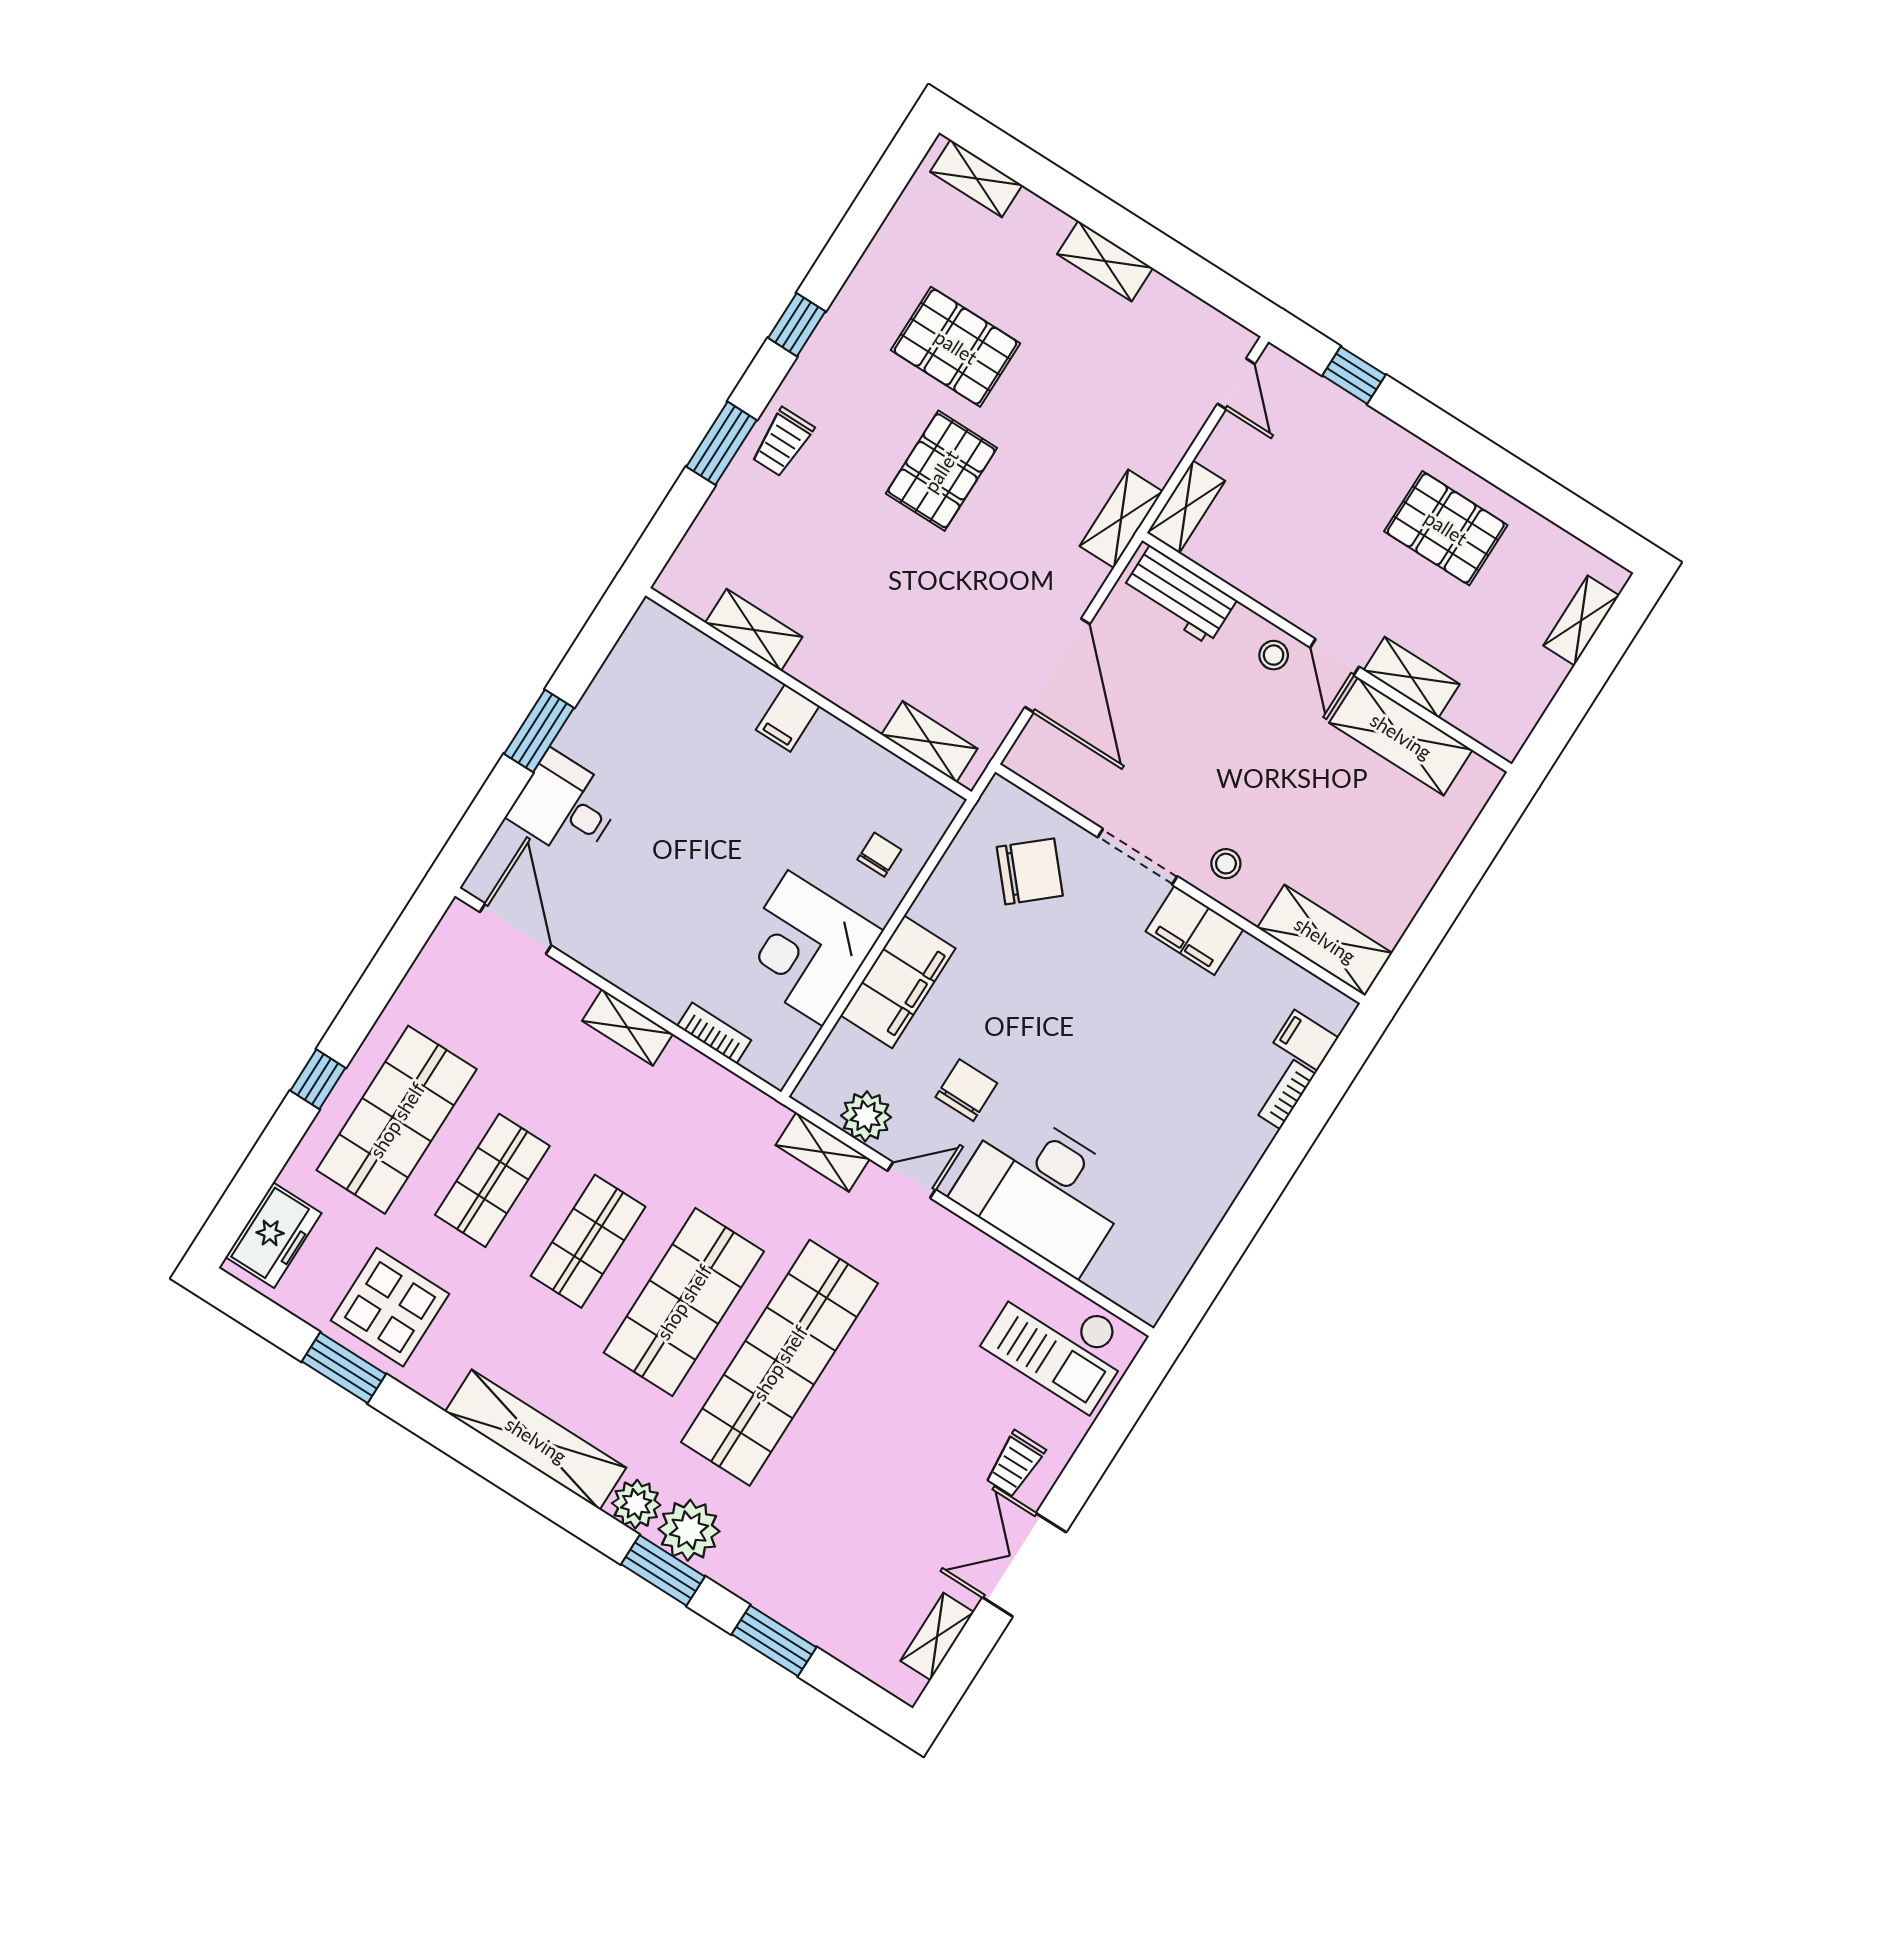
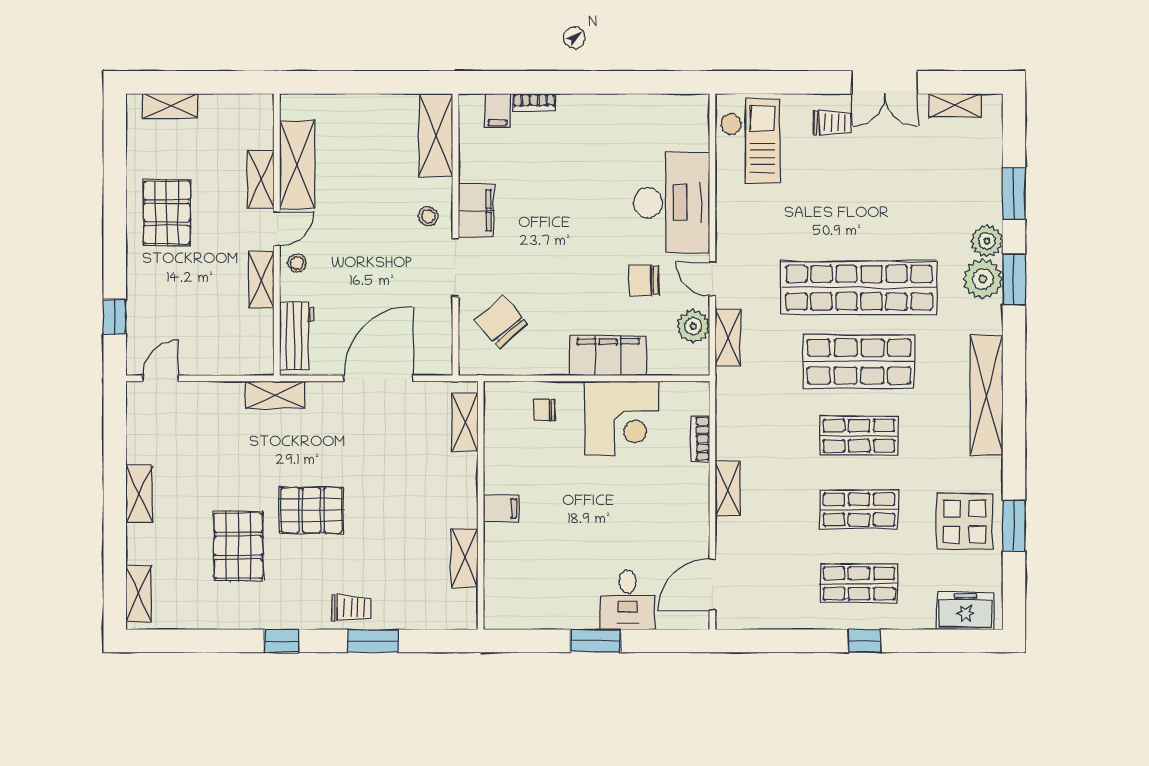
shelving: (1186, 507) -> (261, 280), moved, turned 90
shop shelf: (397, 1120) -> (859, 583), width x0.70, depth x0.74
plant: (636, 1504) -> (987, 241), moved

